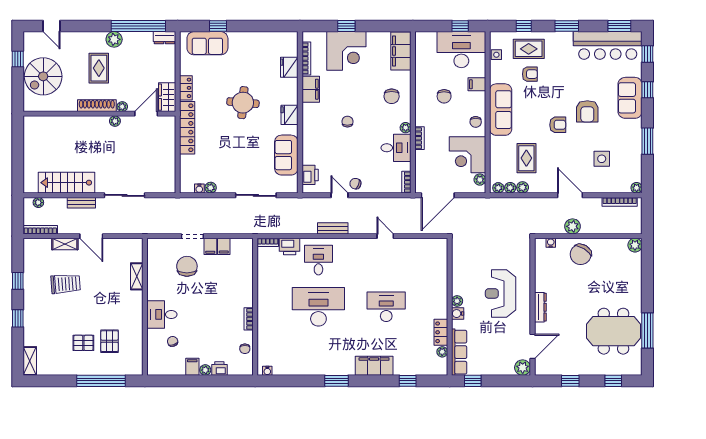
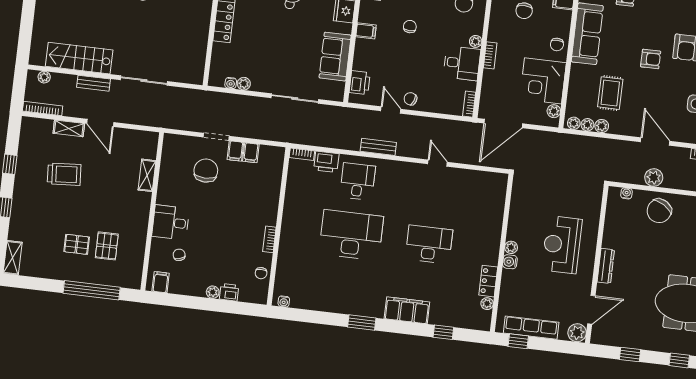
filing cabinet: (310, 130) -> (366, 31), added
row of seats: (459, 352) -> (531, 328), moved, turned -90
filing cabinet: (192, 367) -> (161, 282), moved

